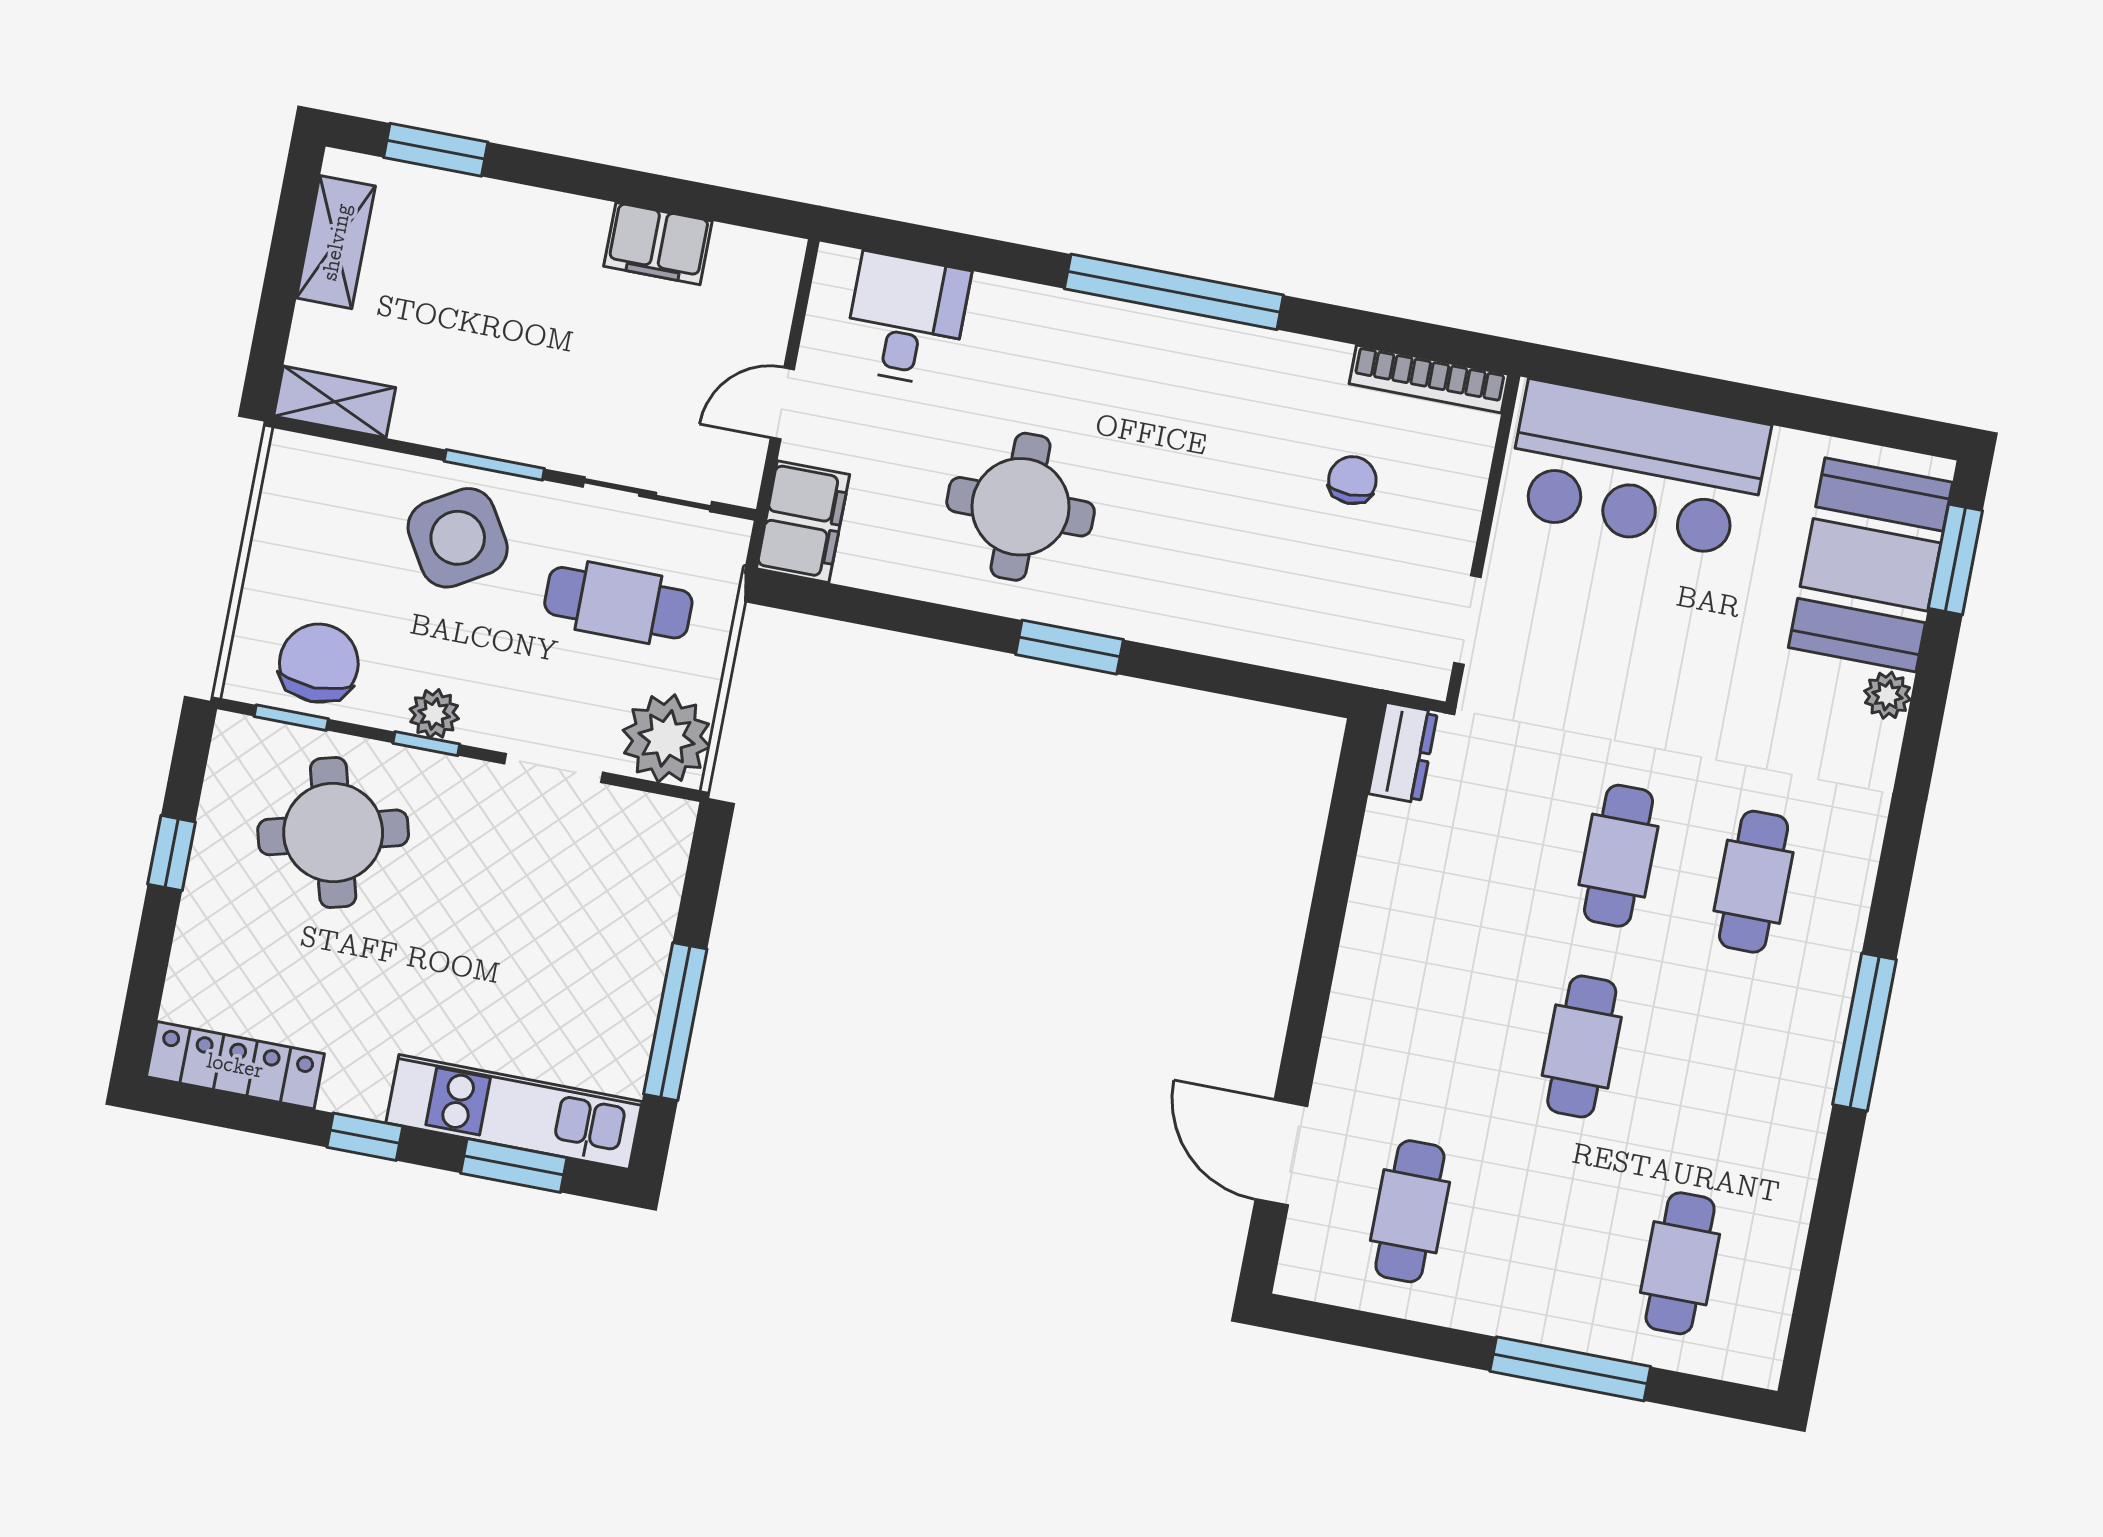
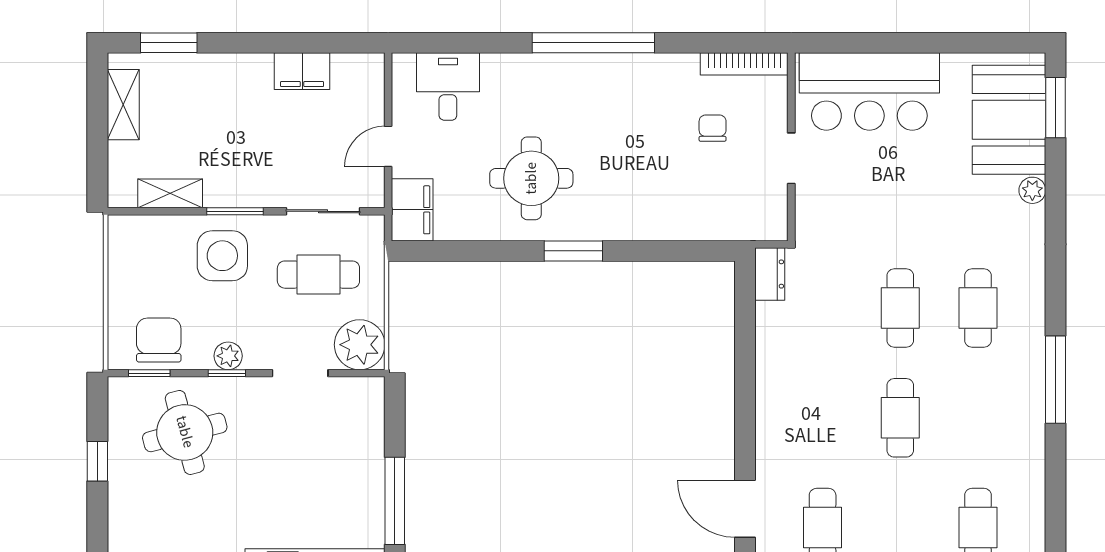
shelving: (335, 402) -> (170, 193), moved
side table: (458, 538) -> (222, 256), turned 31
doorway: (1467, 620) -> (791, 158), moved

